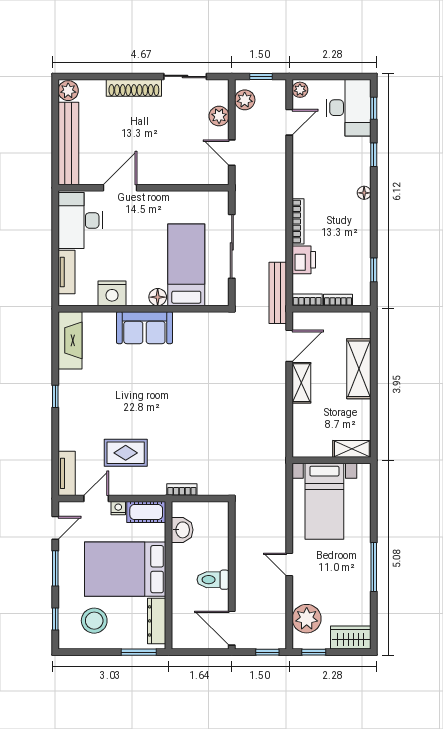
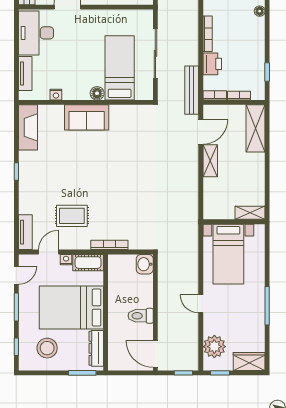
nightstand: (112, 293) -> (56, 95), width x0.53, depth x0.56
shelving: (359, 369) -> (255, 128), moved
bookcase: (182, 490) -> (109, 245), width x1.56
washbasin: (182, 530) -> (145, 264), moved, turned 180

